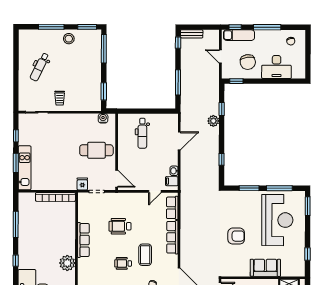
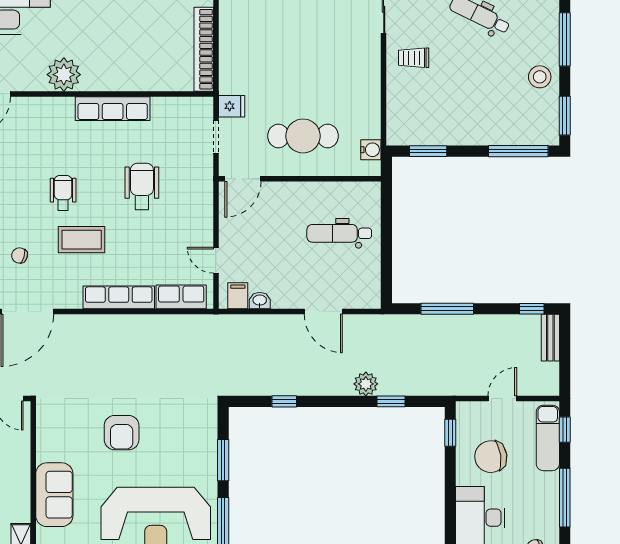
cafe table: (96, 150) -> (303, 136), turned 90

